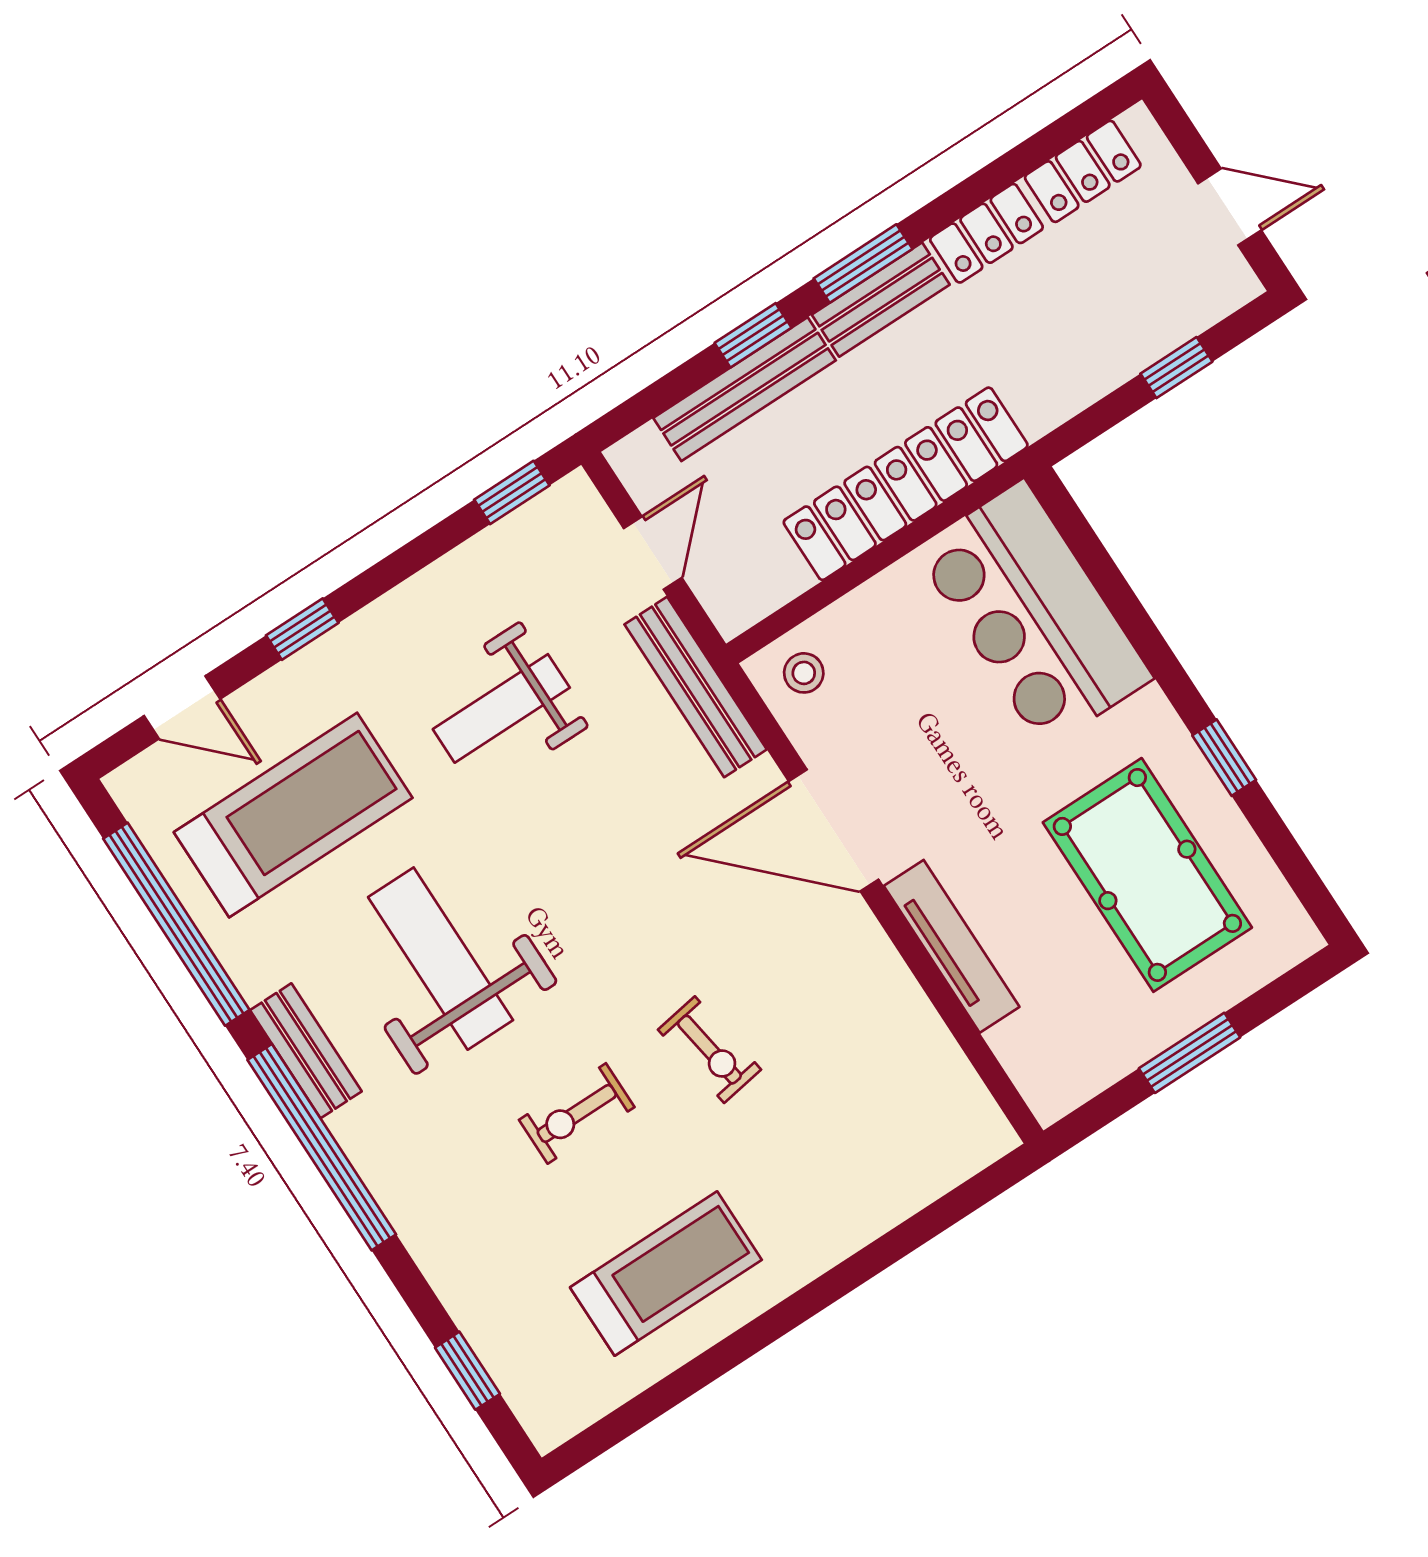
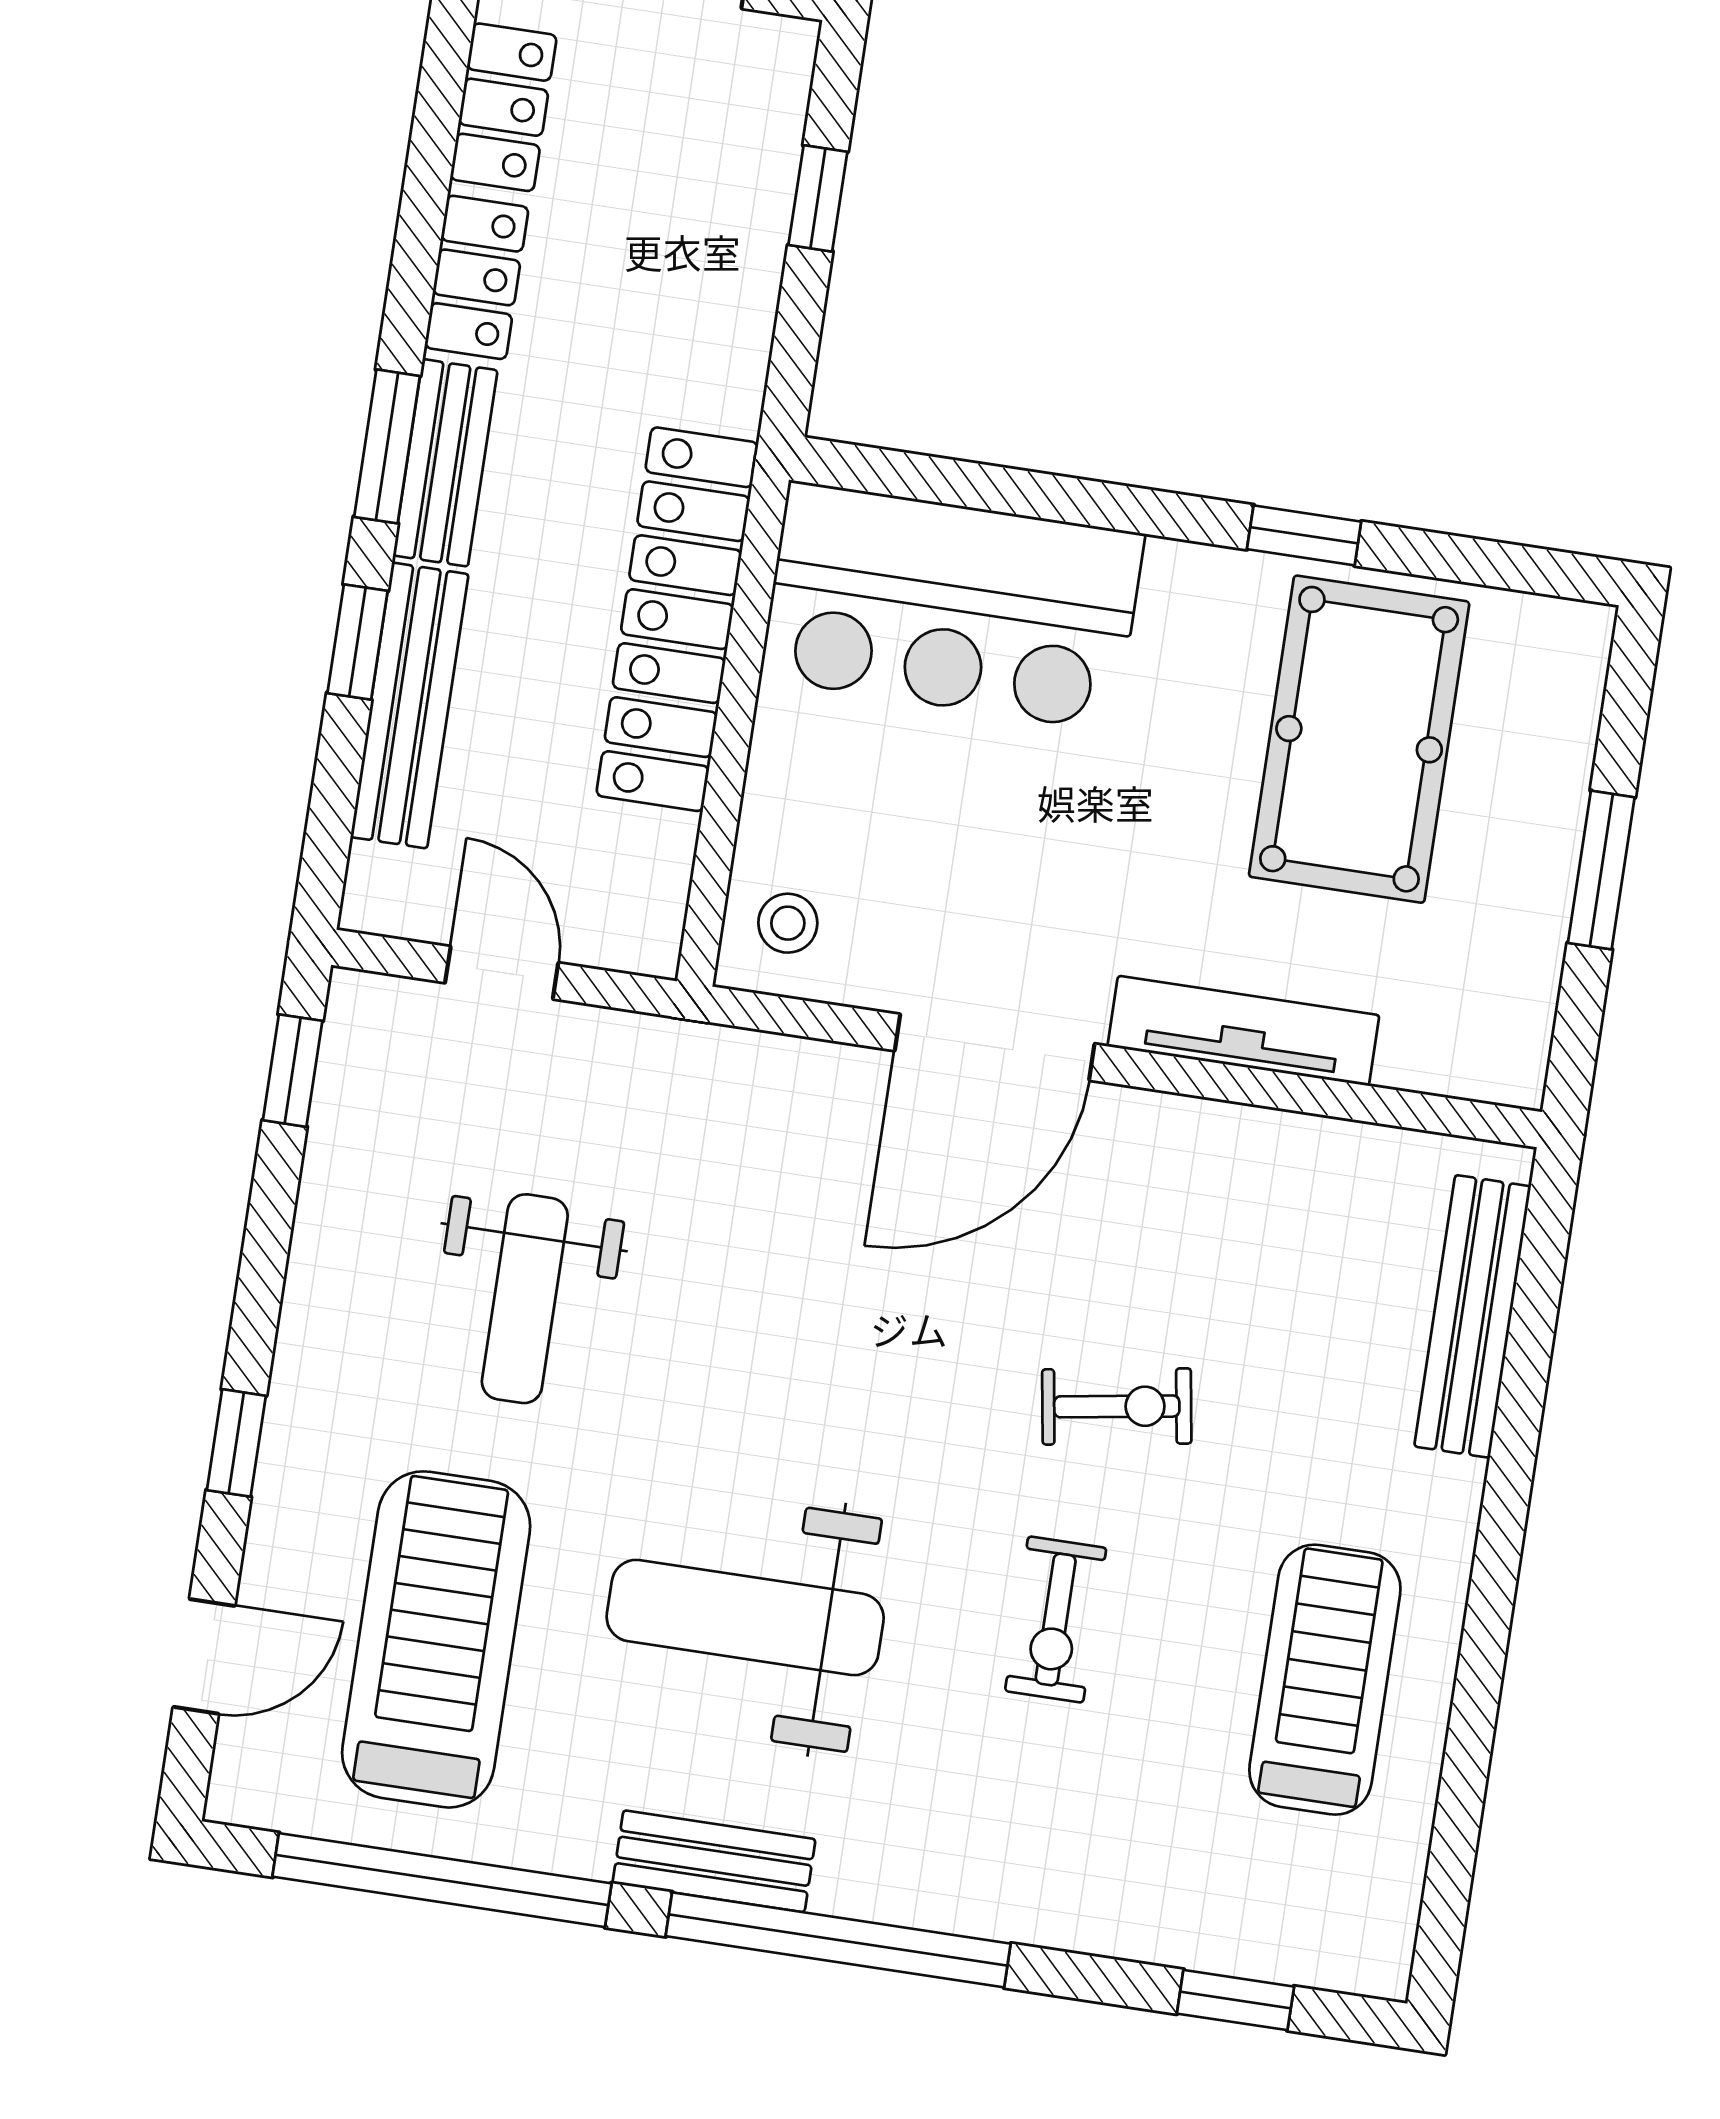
bench: (696, 687) -> (1473, 1316), moved, turned 90
pool table: (1147, 875) -> (1359, 739), turned 90

